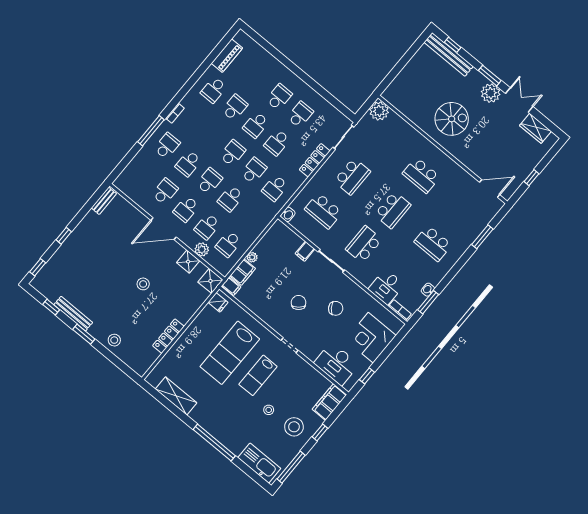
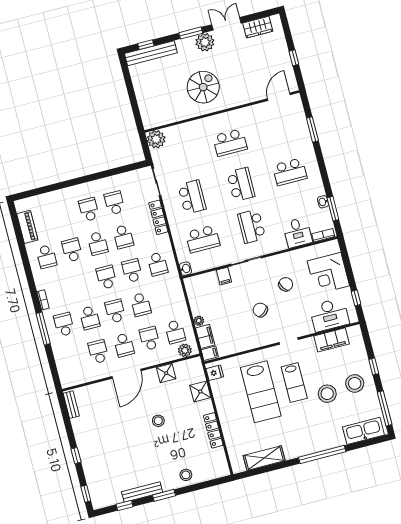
school desk: (207, 227) -> (150, 338), turned 180
plant: (202, 249) -> (185, 350), moved
shower: (210, 281) -> (200, 391), moved
filing cabinet: (330, 402) -> (332, 340), moved, turned -90
stool: (269, 410) -> (327, 394), width x1.89, depth x1.89

